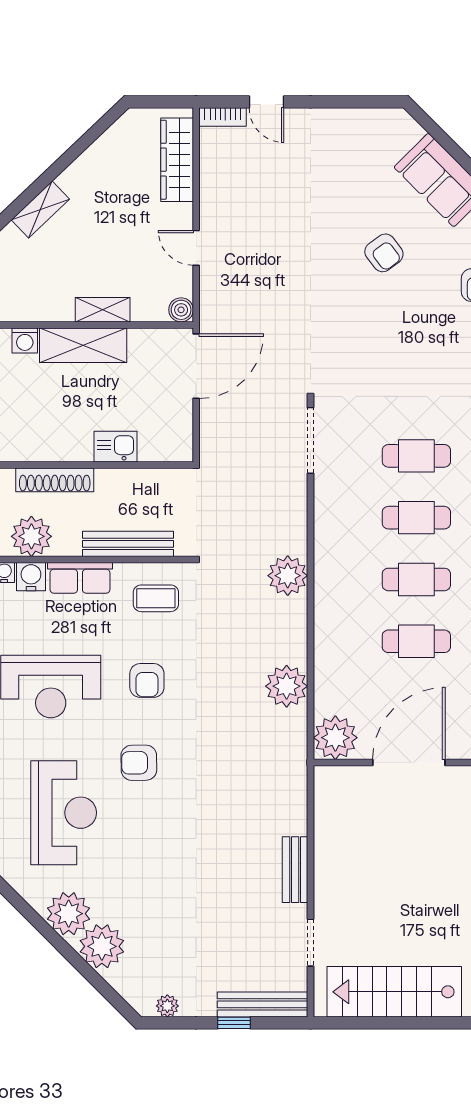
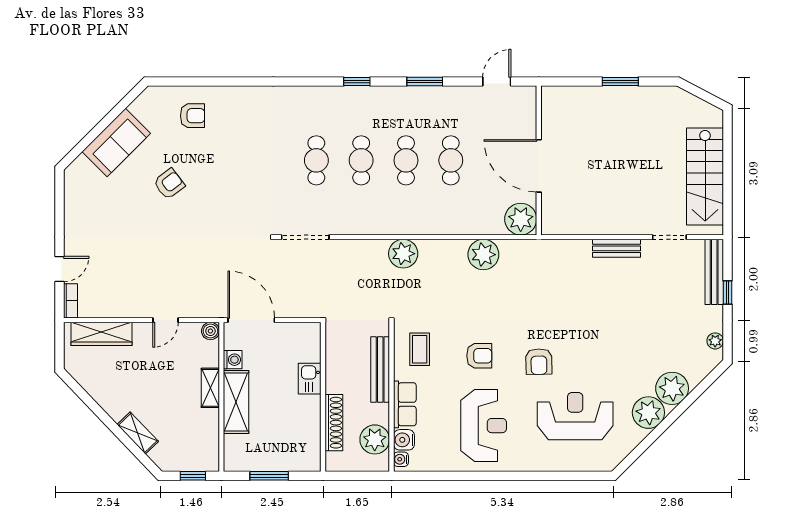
washing machine: (25, 340) -> (233, 360), moved

